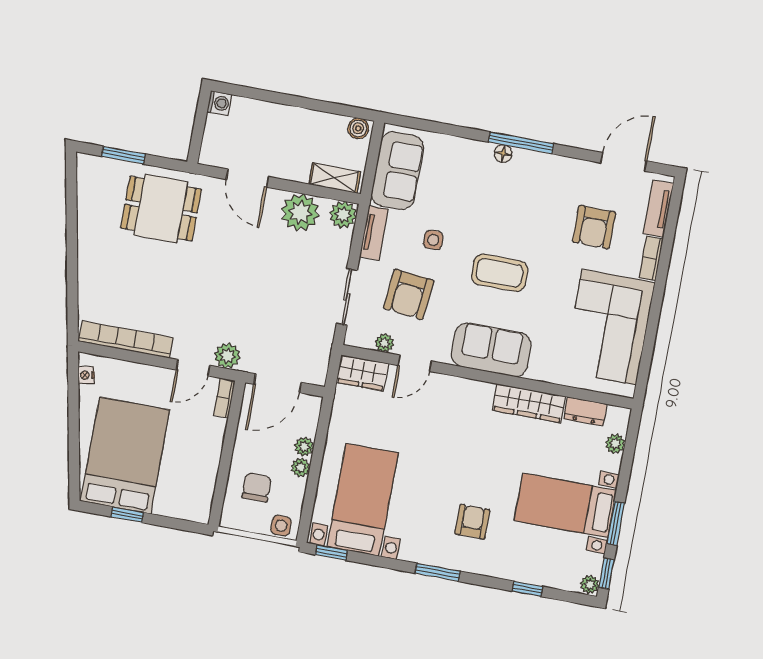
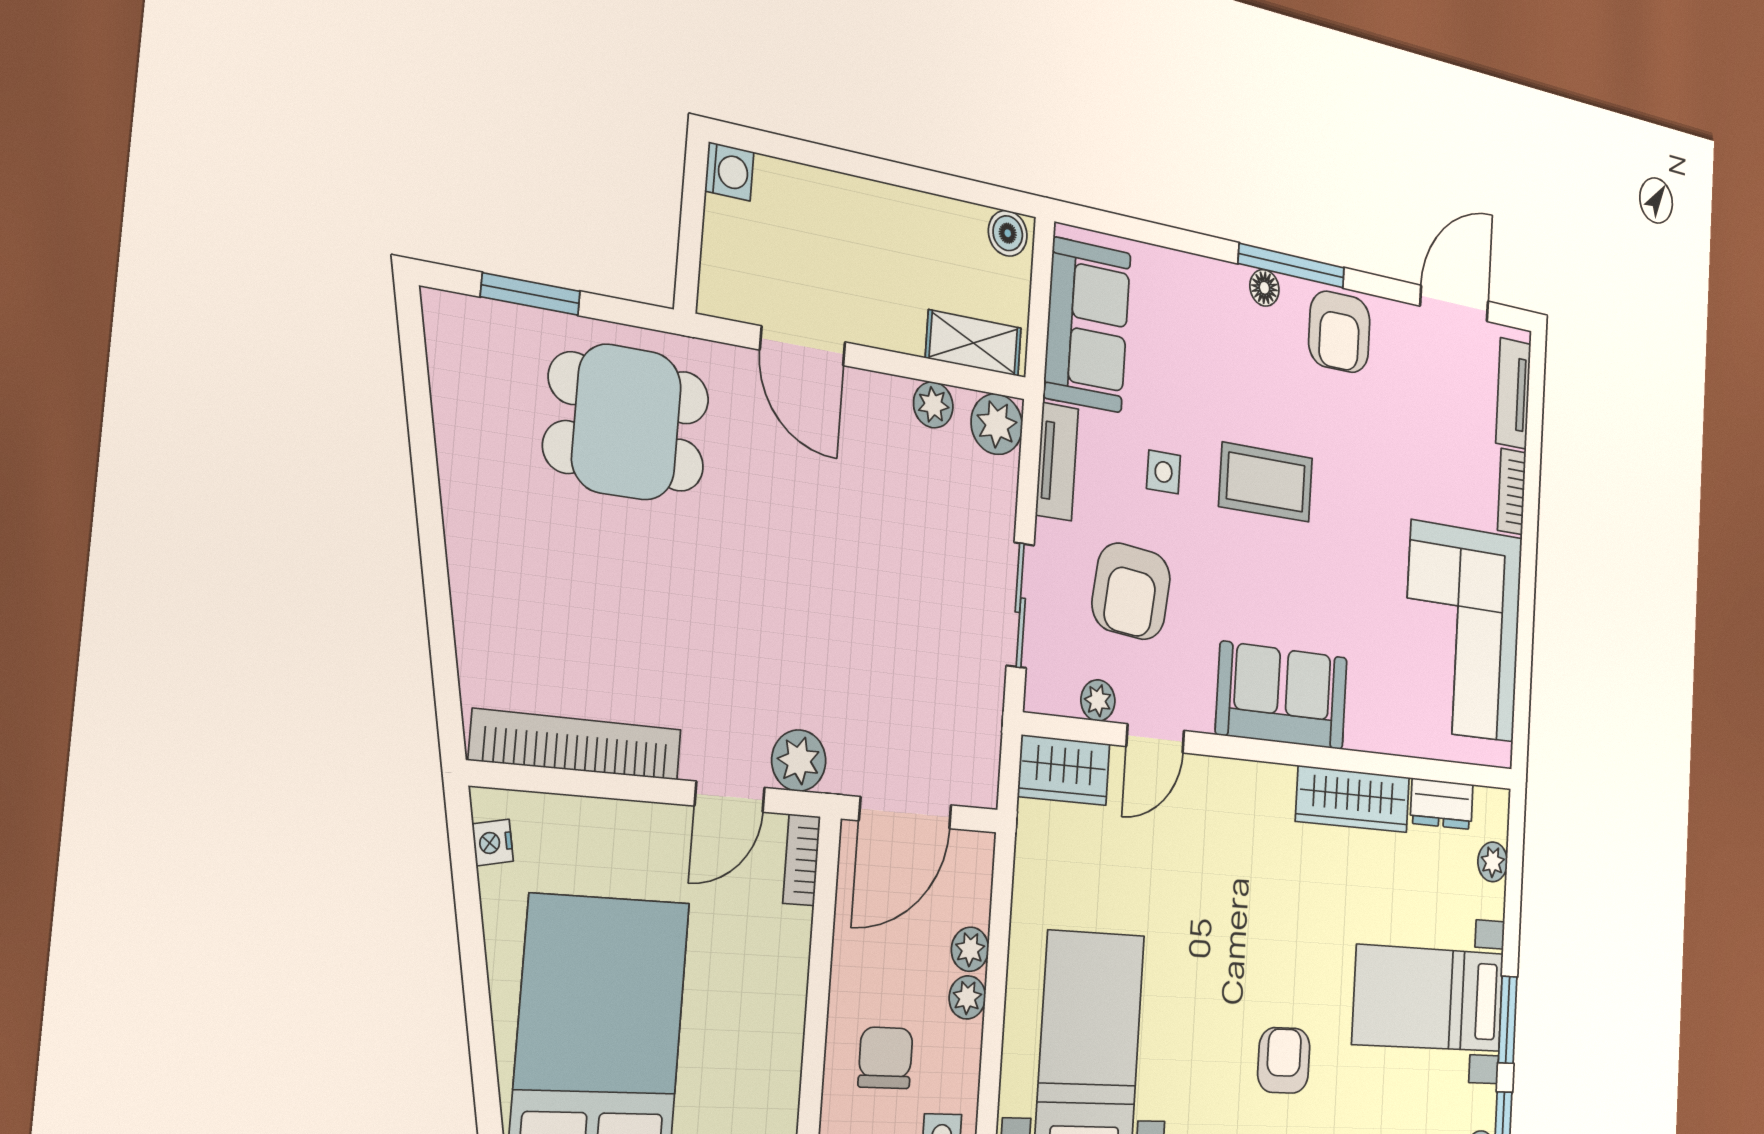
plant: (300, 212) -> (933, 405), width x0.53, depth x0.53
armchair: (594, 227) -> (1339, 332), moved
coffee table: (500, 273) -> (1266, 482), moved

